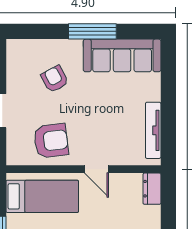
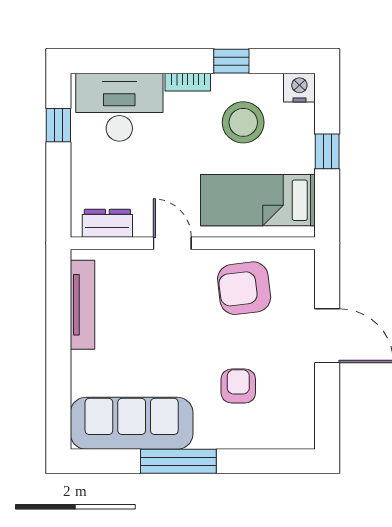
armchair: (55, 79) -> (238, 386), turned -152
dresser: (152, 189) -> (107, 223), moved, turned -90

